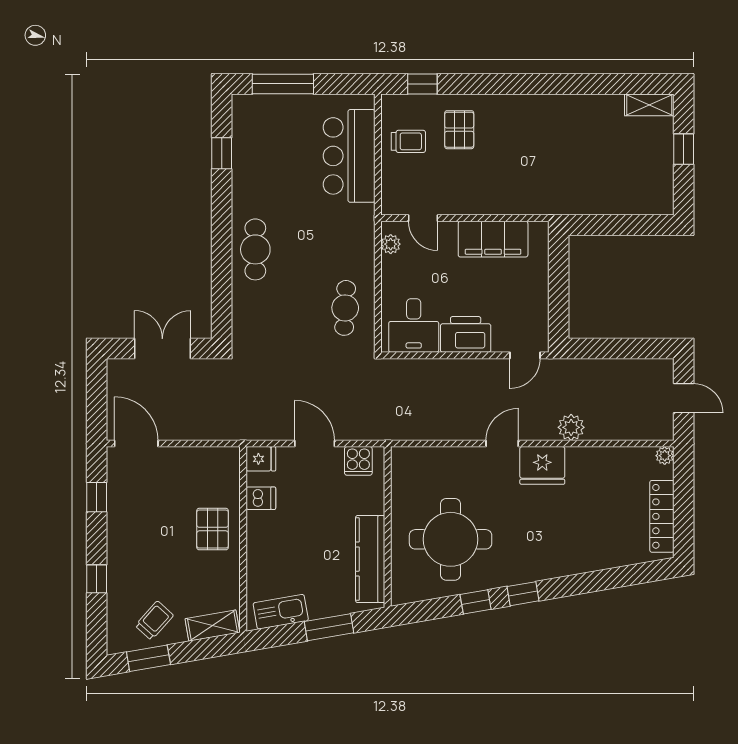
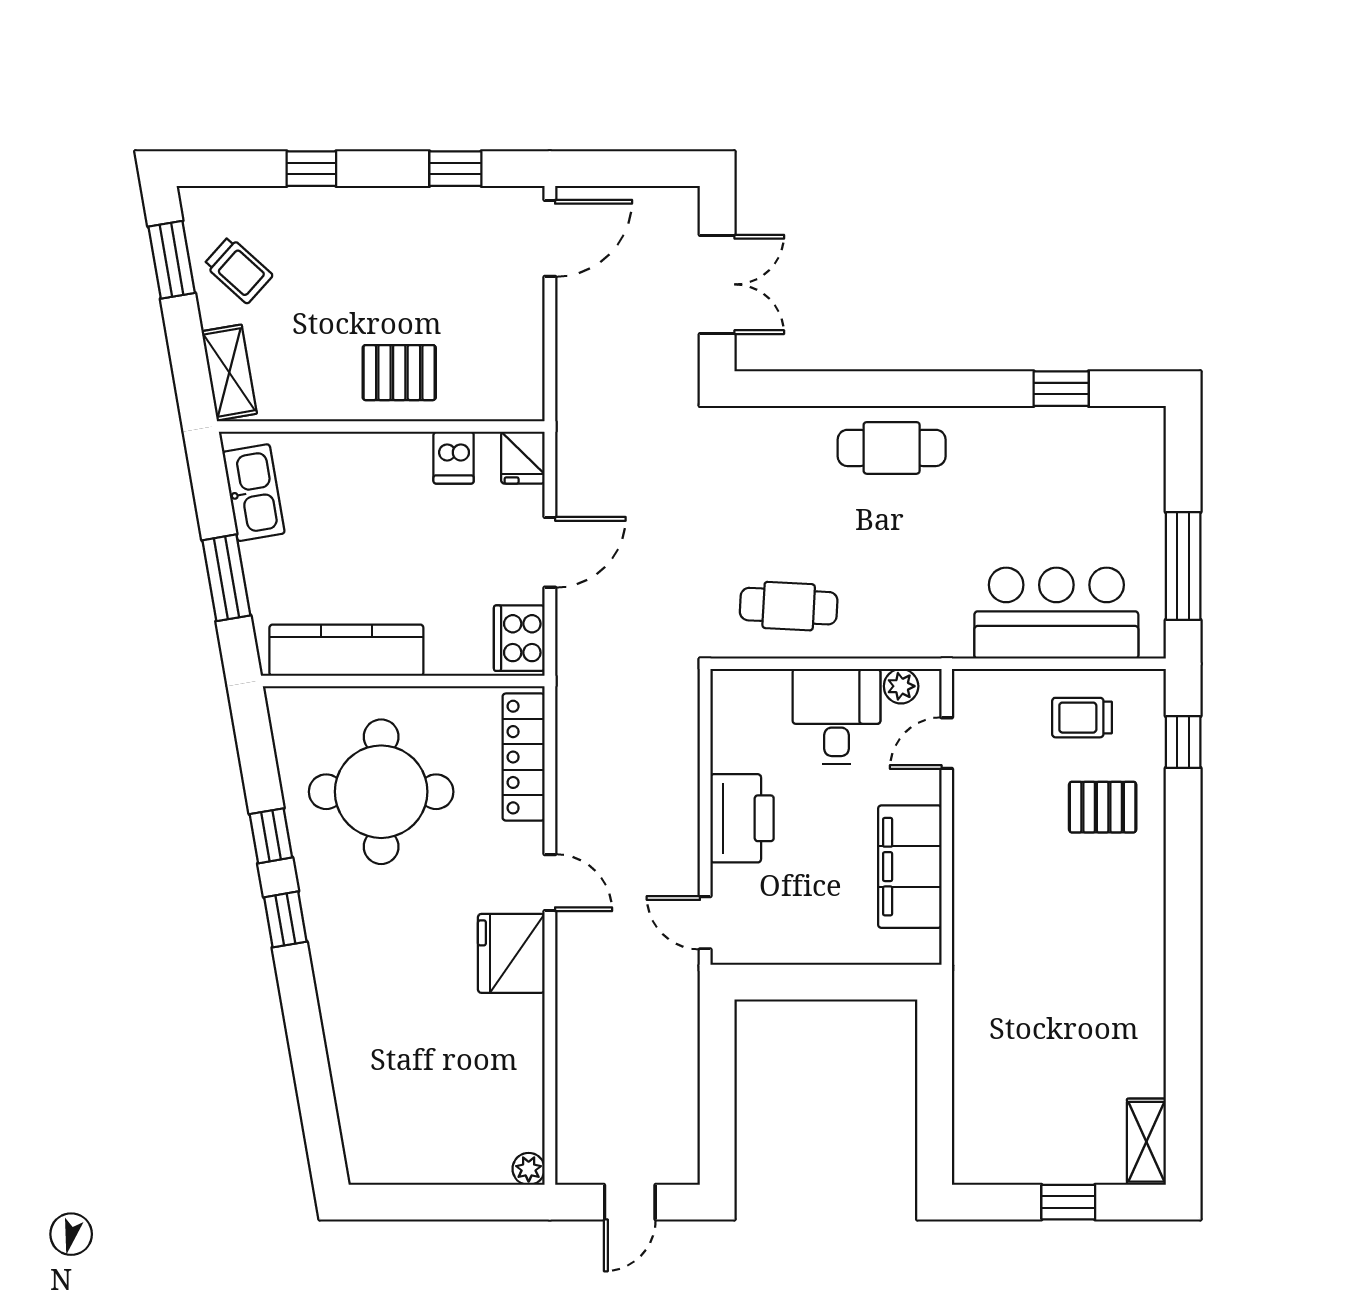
window: (283, 84) -> (1183, 566), moved
trolley: (408, 141) -> (1082, 718), turned 90
desk: (414, 326) -> (836, 716), moved, turned 90
plant: (571, 427) -> (578, 1004), removed
cooker: (358, 461) -> (519, 638), width x1.36
locker: (662, 516) -> (524, 757), moved, turned -90

